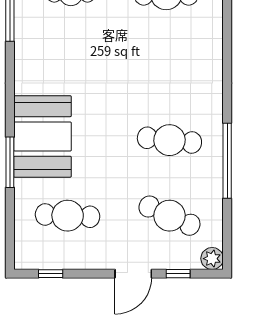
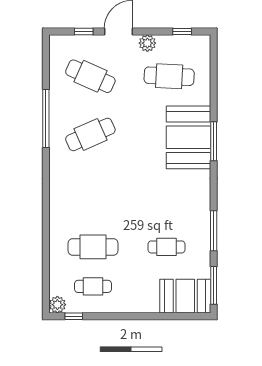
cafe table: (169, 140) -> (90, 134), turned -30
window: (10, 162) -> (214, 141), moved
plant: (212, 259) -> (147, 43), moved

